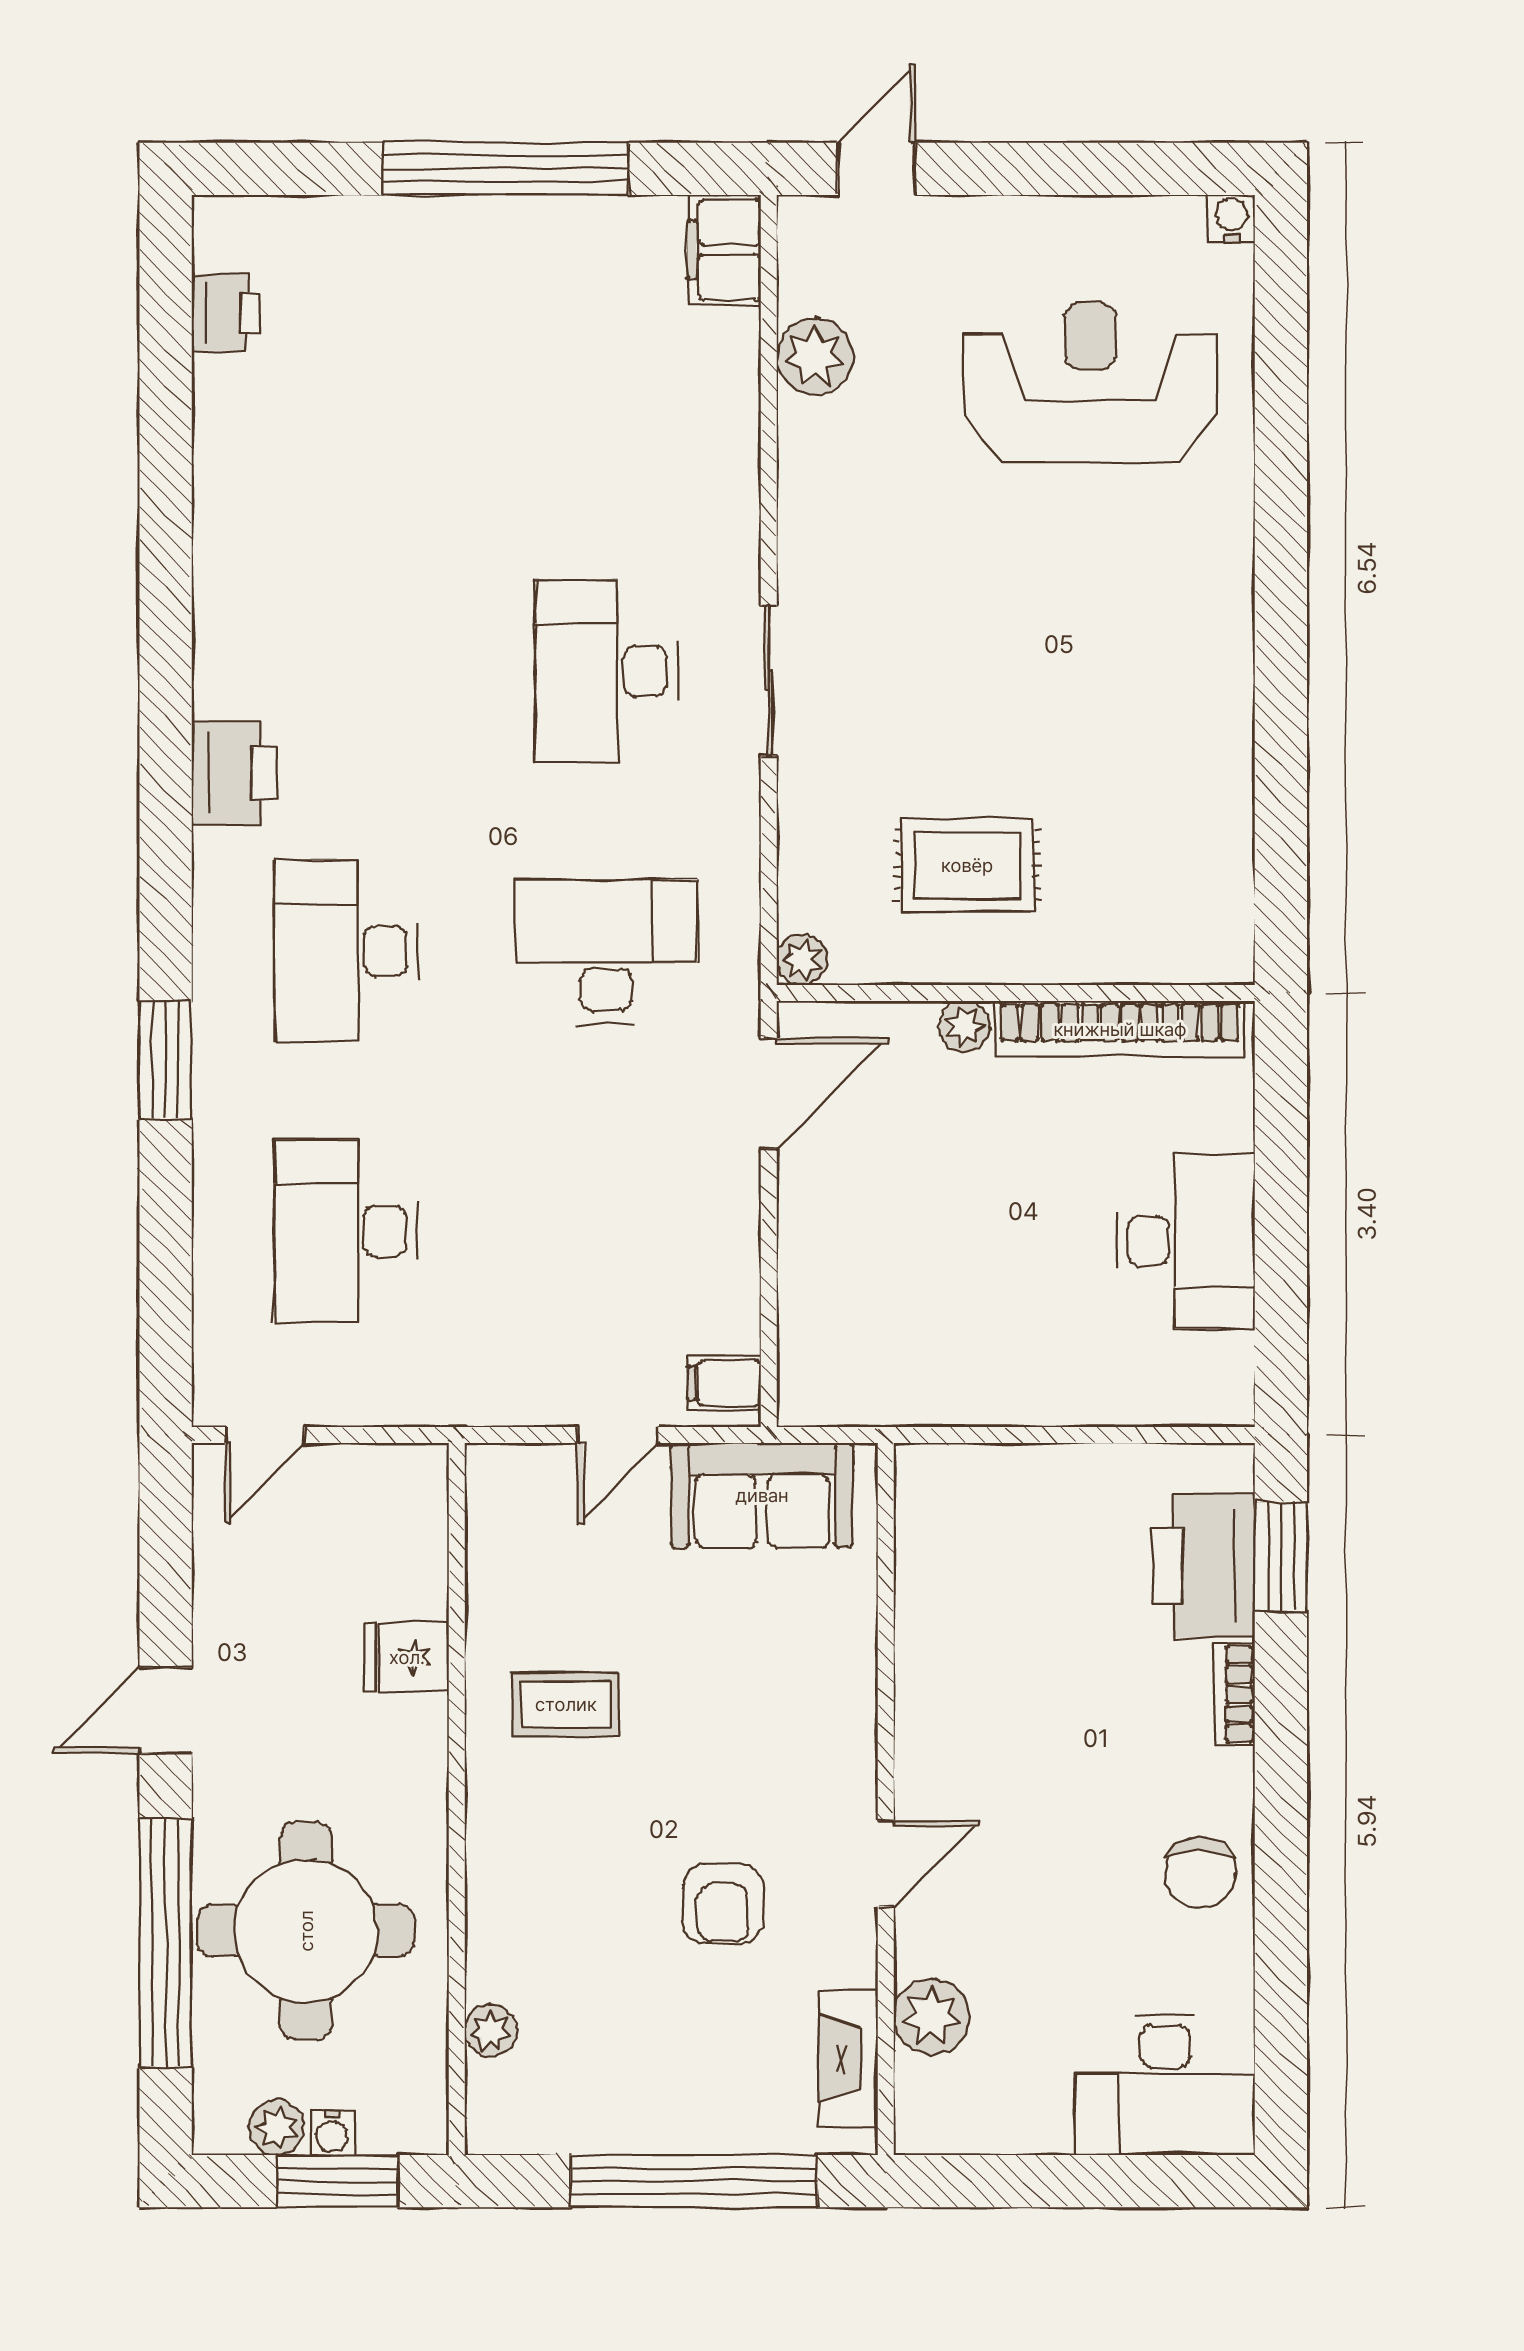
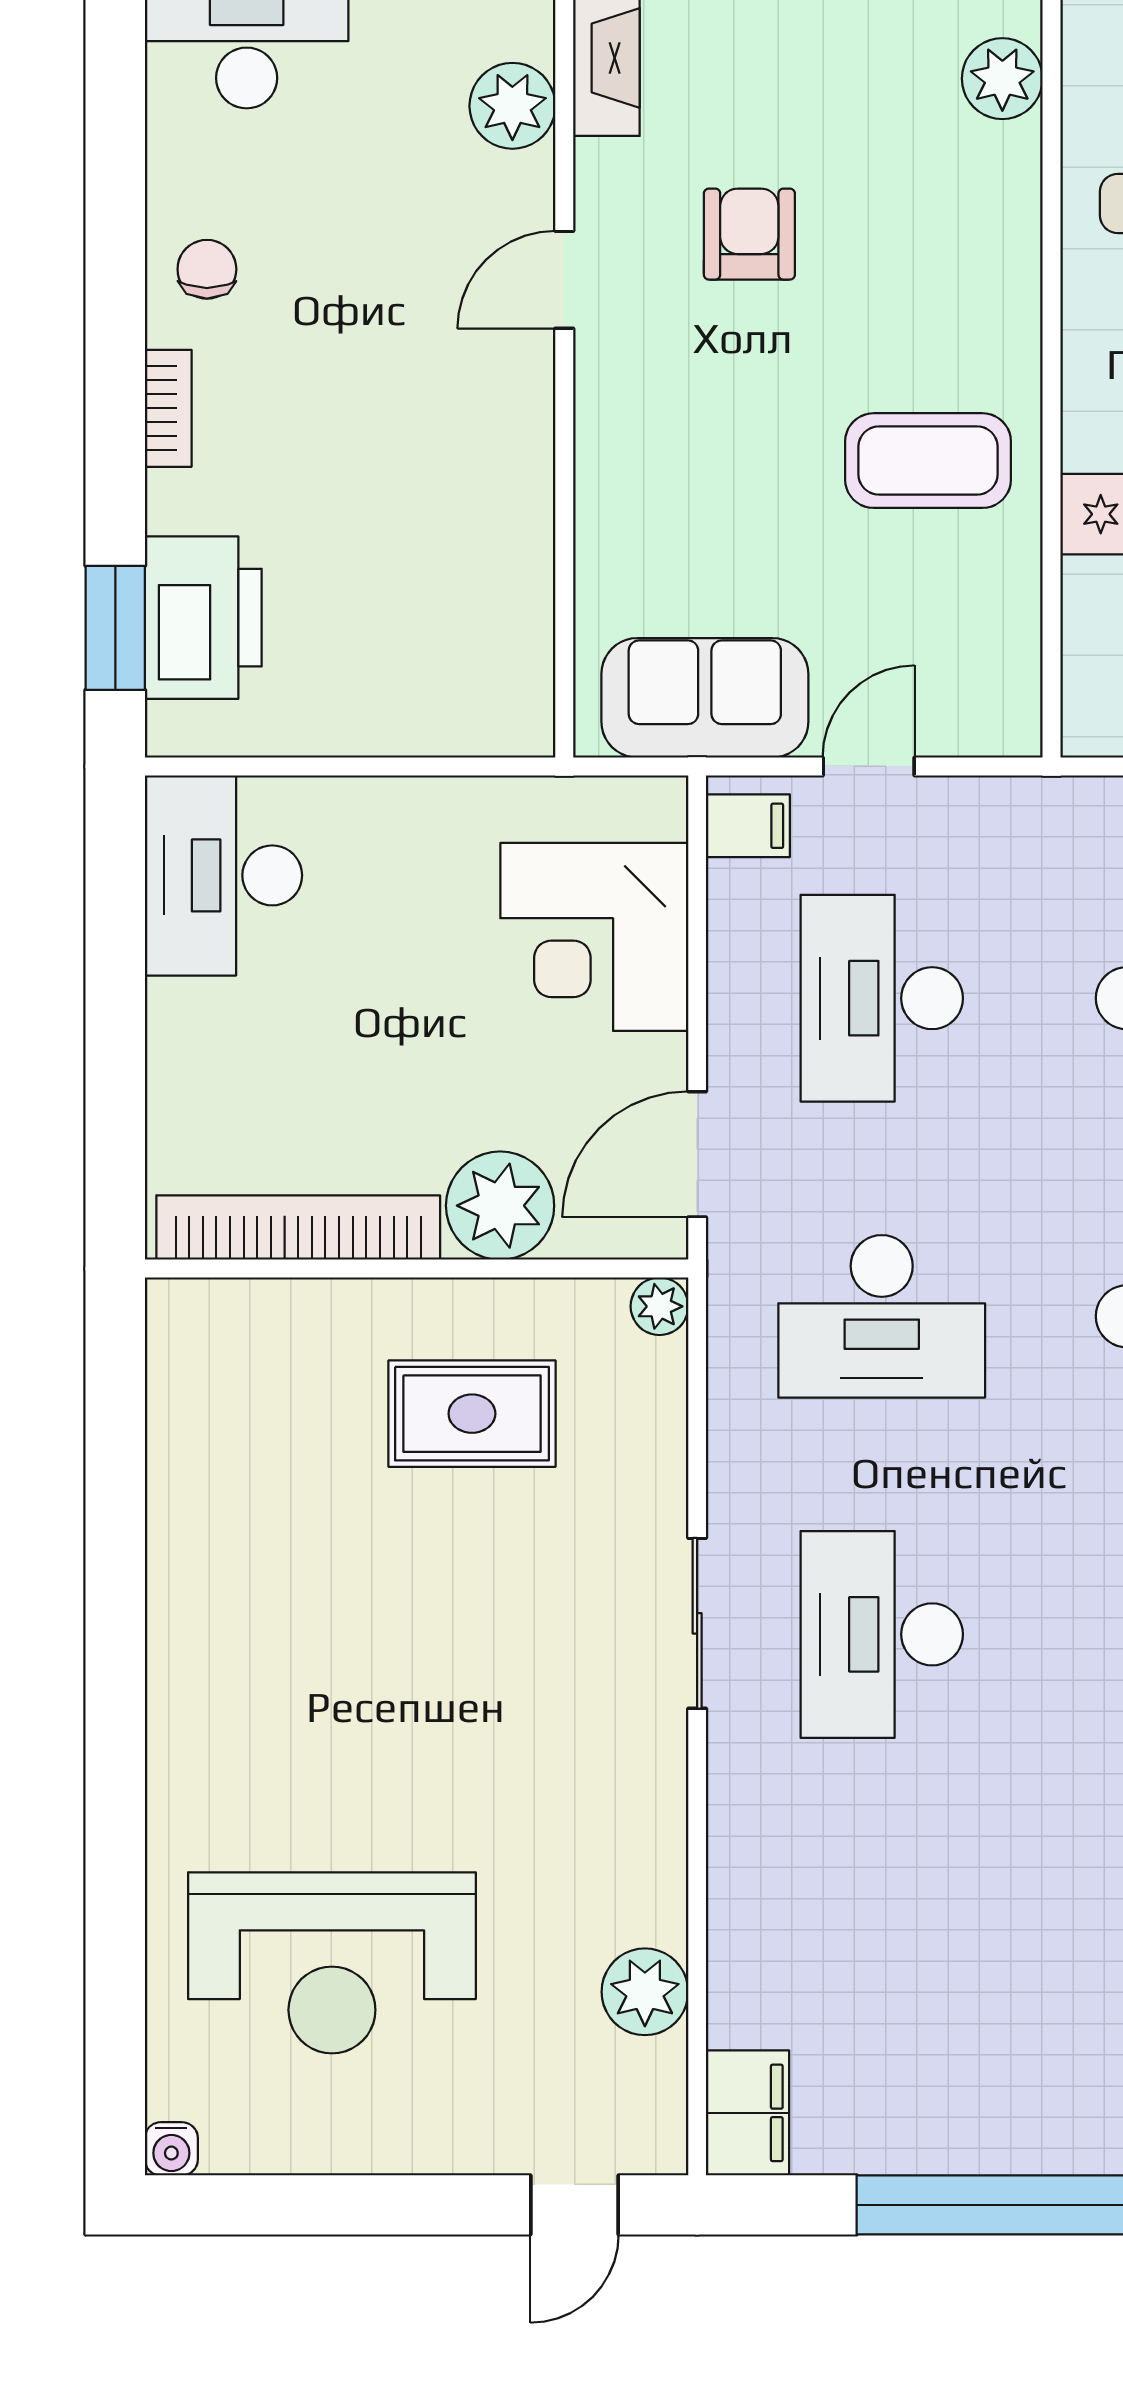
desk: (606, 671) -> (882, 1634), turned 180
plant: (964, 1026) -> (500, 1206), width x1.87, depth x1.87
desk: (606, 1231) -> (882, 998), added
desk: (1186, 1241) -> (223, 875), moved
corner desk: (859, 1285) -> (594, 937), added
bookcase: (1234, 1694) -> (168, 408), moved
coffee table: (566, 1704) -> (928, 461), width x1.36, depth x1.30
chair: (1200, 1873) -> (207, 269), width x0.73, depth x0.73
plant: (490, 2031) -> (1002, 79), width x1.38, depth x1.38

